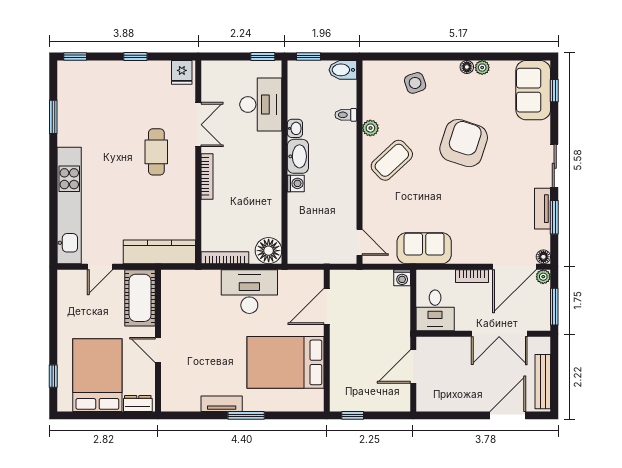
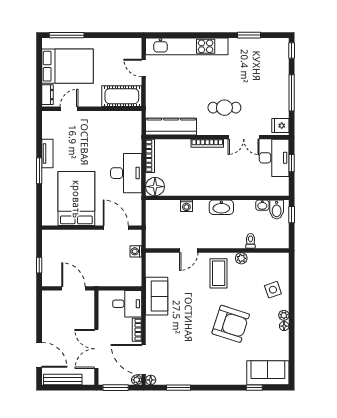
window: (135, 57) -> (292, 93), width x2.17
window: (263, 57) -> (292, 163), moved
plant: (482, 68) -> (284, 315), moved
bidet: (343, 70) -> (277, 210), moved, turned 180
window: (554, 91) -> (254, 388), moved
desk: (261, 105) -> (274, 158), moved, turned -90
washbasin: (295, 128) -> (262, 205), moved
coffee table: (392, 160) -> (219, 273), turned 43
sliding door: (554, 166) -> (215, 388), removed
washing machine: (296, 183) -> (186, 206), moved
tv unit: (543, 209) -> (185, 379), removed
door: (359, 242) -> (189, 251), moved
kitchen counter: (159, 252) -> (171, 127), moved, turned -90
washing machine: (402, 278) -> (136, 251), moved
desk: (435, 310) -> (127, 304), moved, turned 180
door: (158, 350) -> (69, 109), moved
window: (53, 376) -> (67, 35), width x2.17
window: (353, 415) -> (39, 265), moved

